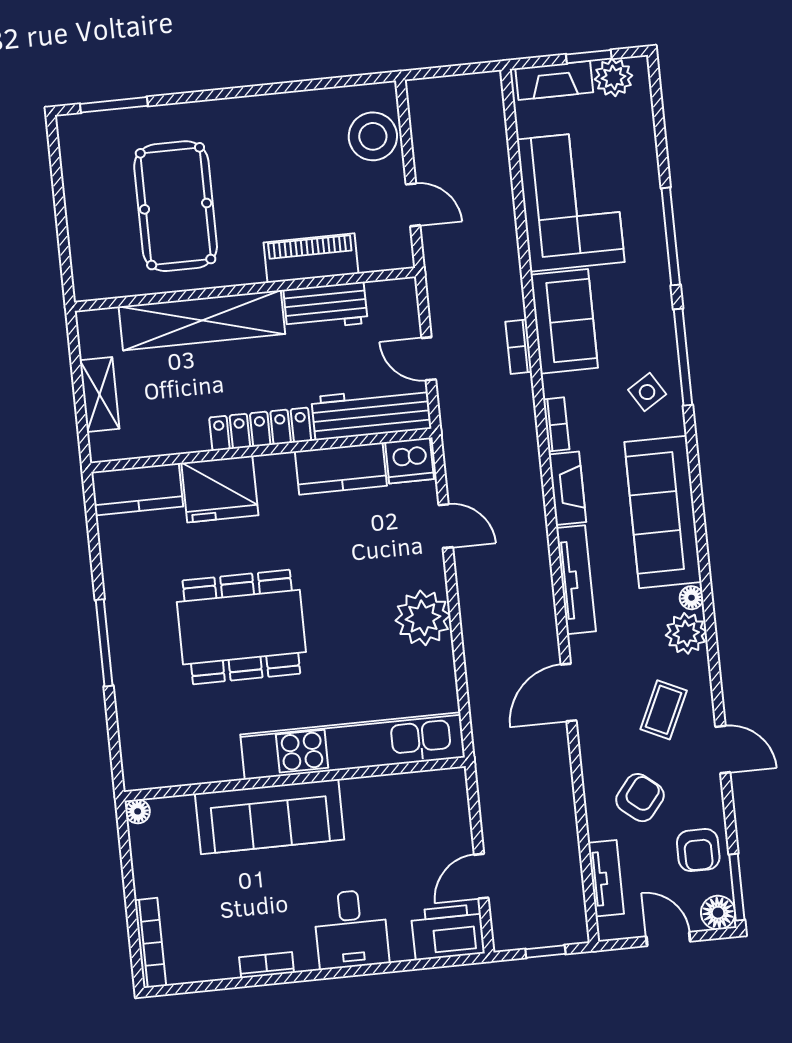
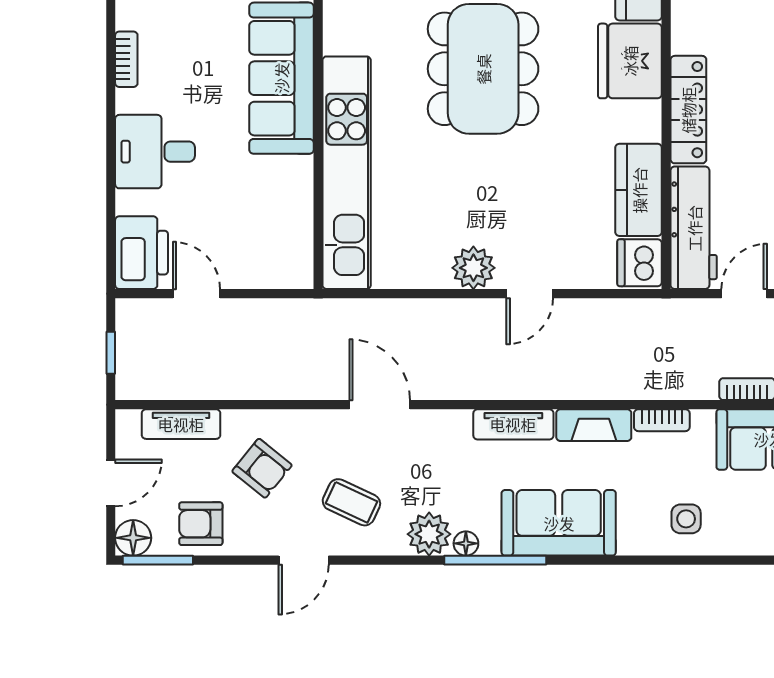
window: (683, 357) -> (495, 560), moved
side table: (647, 392) -> (686, 519), turned 32
sofa: (663, 512) -> (559, 523), width x0.73
door: (446, 526) -> (530, 294), moved
tv unit: (576, 580) -> (513, 424), width x0.71
plant: (423, 618) -> (473, 268), width x0.73, depth x0.73

